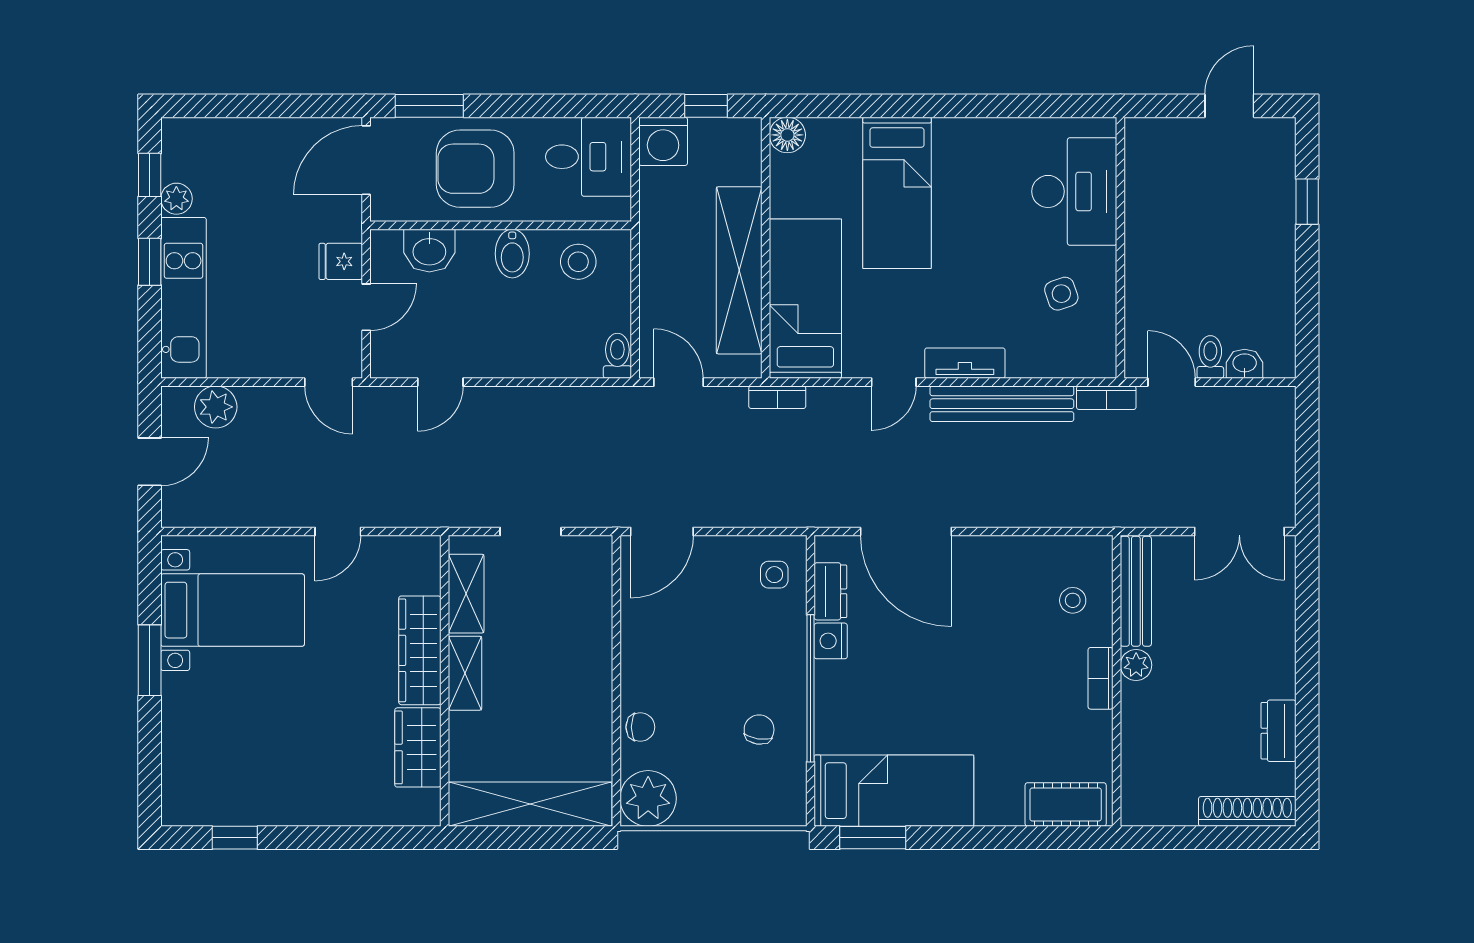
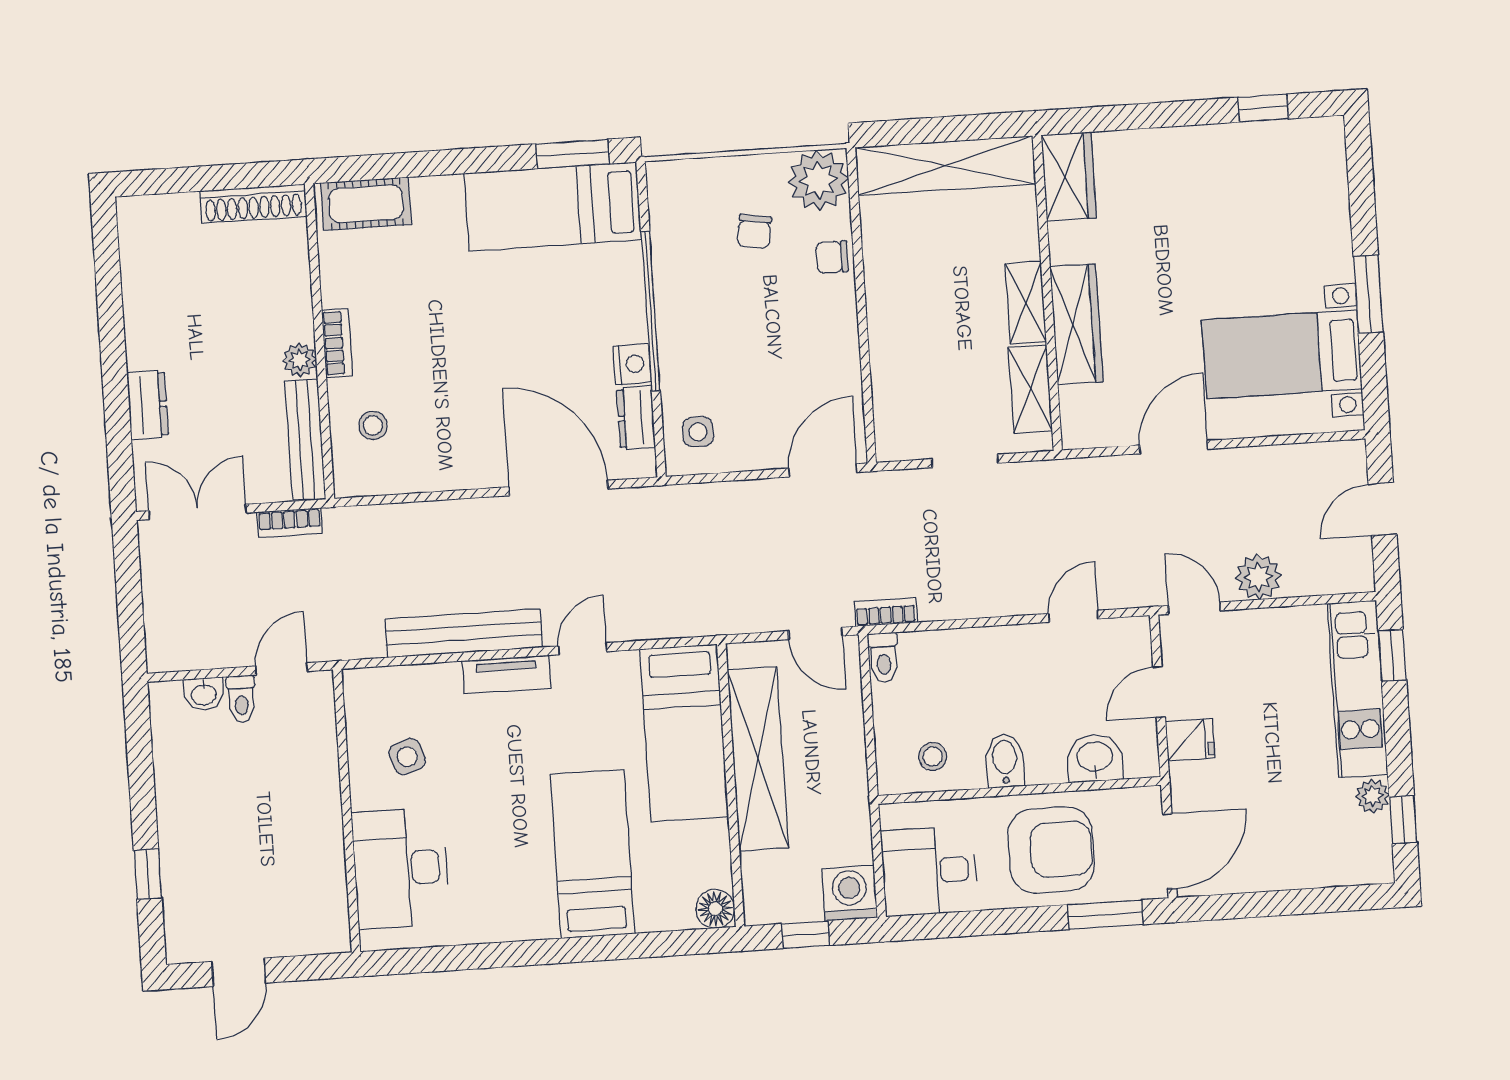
window: (150, 262) -> (1392, 655), moved
stool: (578, 262) -> (933, 757), width x0.73, depth x0.73
door: (1172, 382) -> (281, 669), swing flipped
bookcase: (777, 397) -> (886, 612), moved
bookcase: (1106, 398) -> (290, 523), moved, turned 180
plant: (216, 407) -> (1258, 577), moved
door: (338, 531) -> (1174, 447), width x1.38
chair: (759, 730) -> (754, 231), moved
dresser: (1279, 731) -> (148, 405), moved
wardrobe: (418, 747) -> (1069, 176), moved
shoe rack: (1247, 811) -> (253, 204), moved

